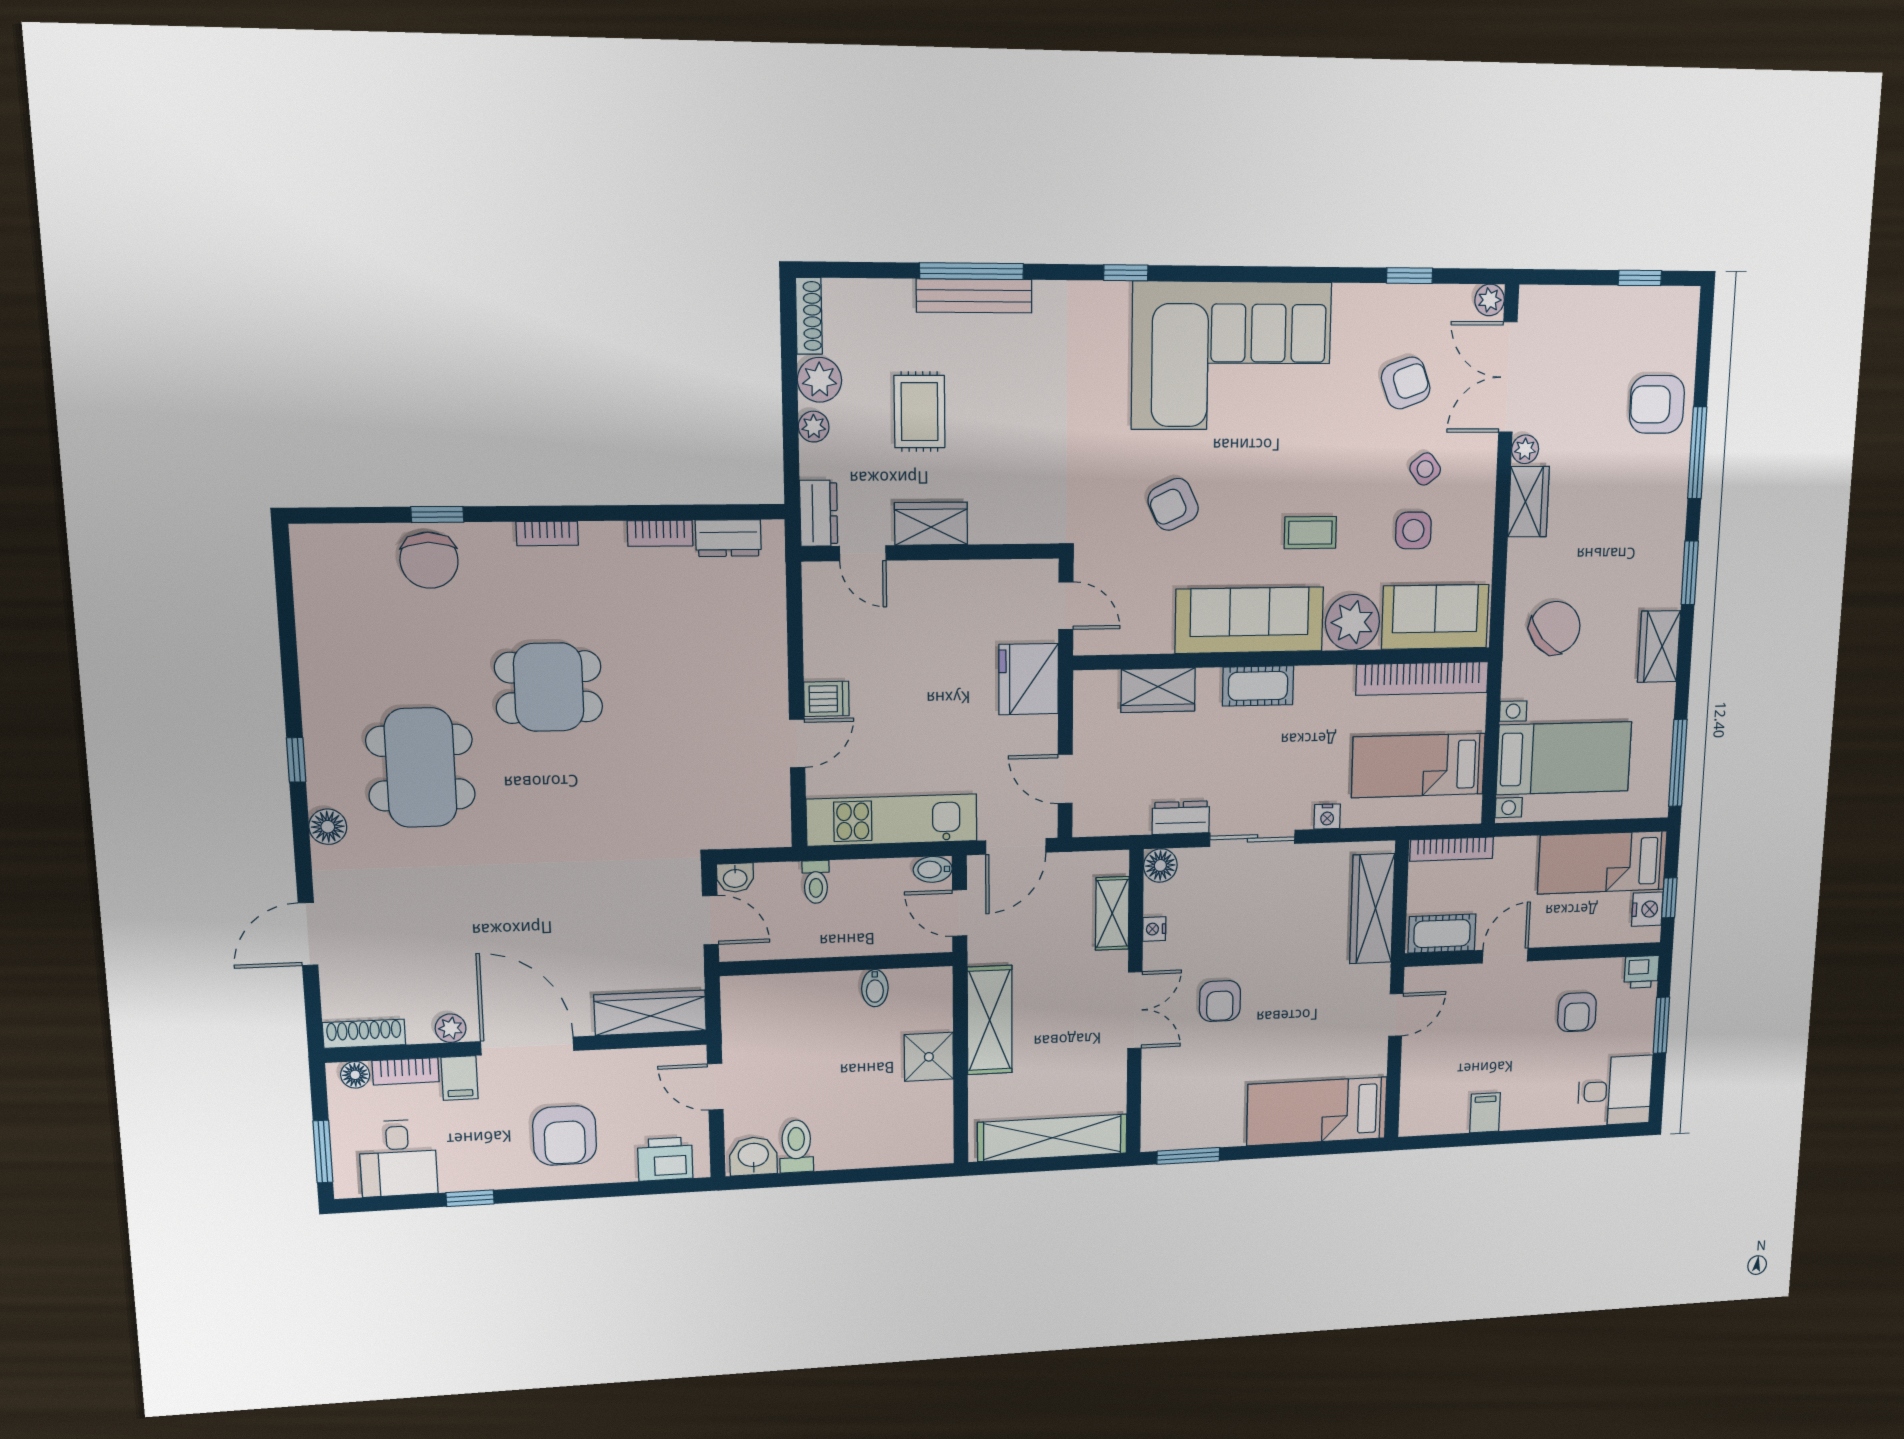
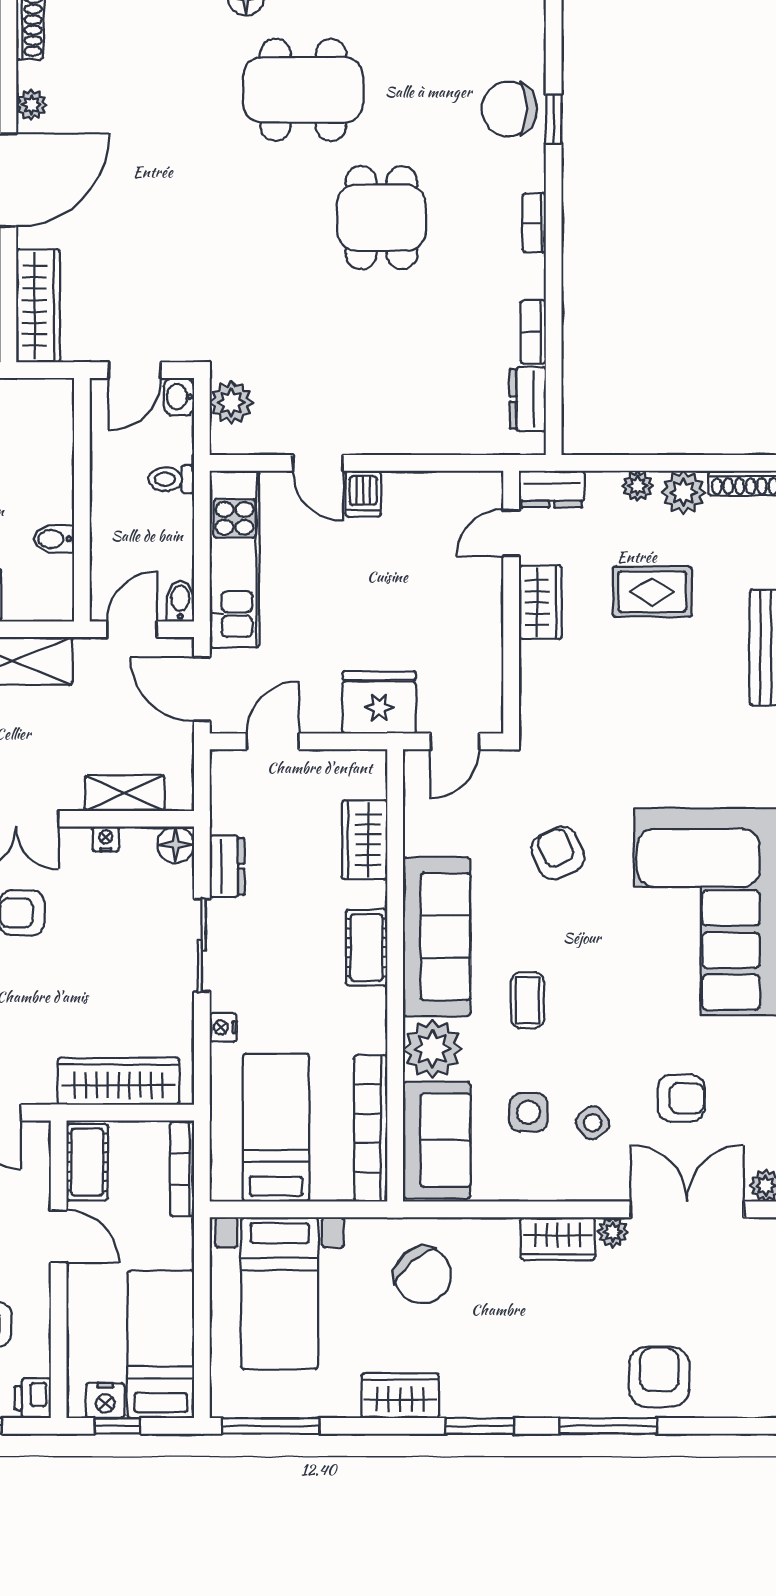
armchair: (1406, 383) -> (681, 1098), turned -70
plant: (740, 828) -> (231, 402), added

